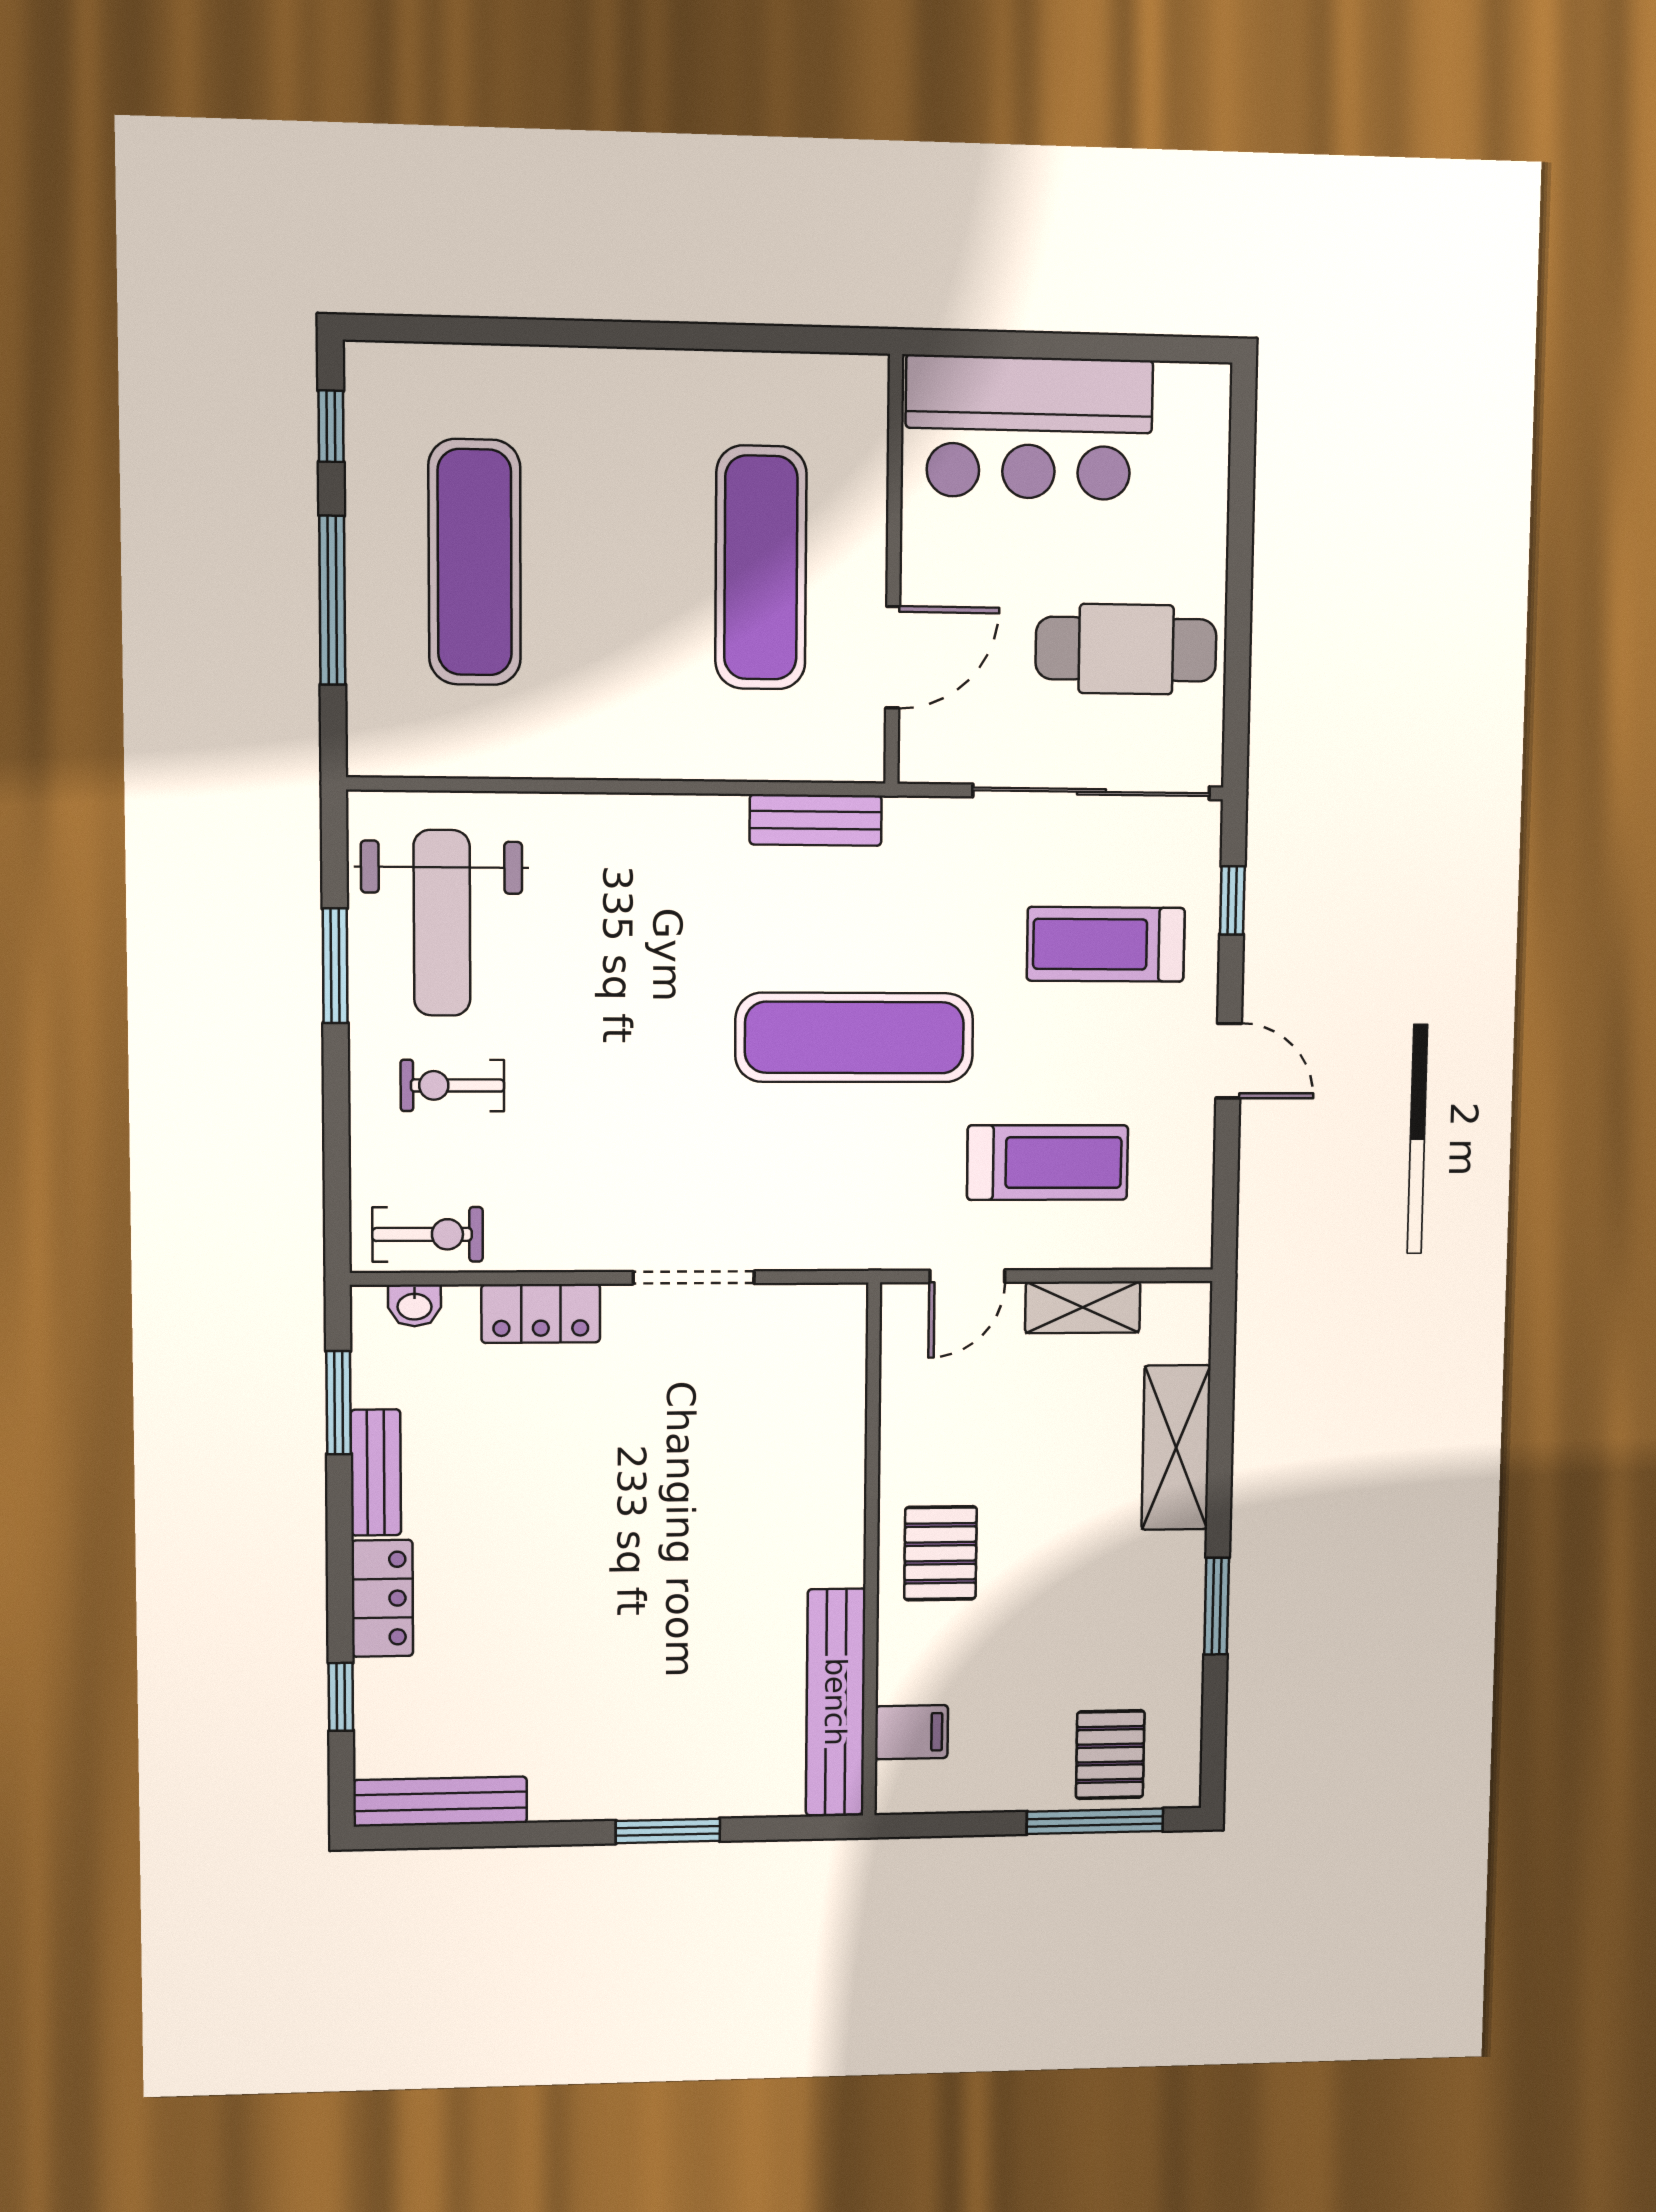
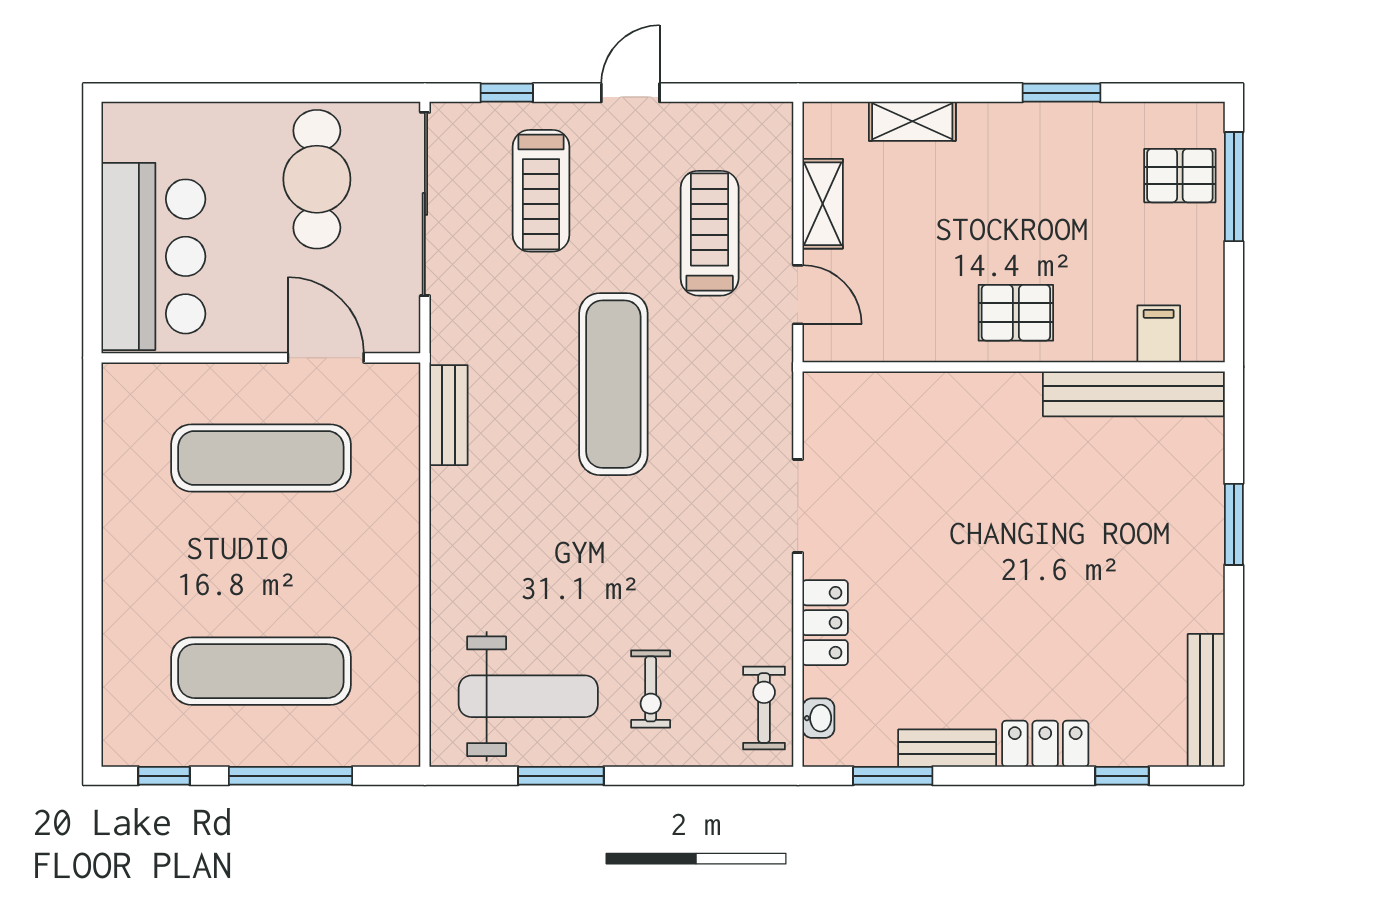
shelving: (1176, 1448) -> (912, 121), width x0.67, depth x0.75

